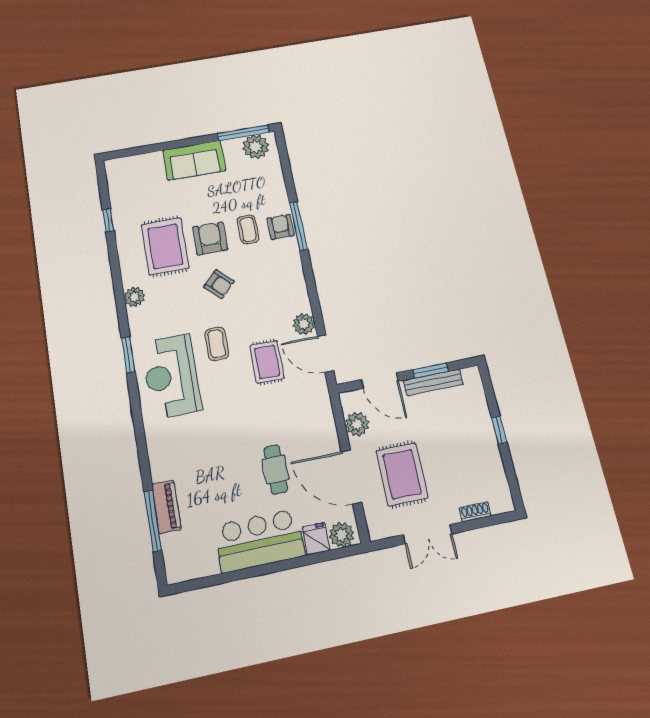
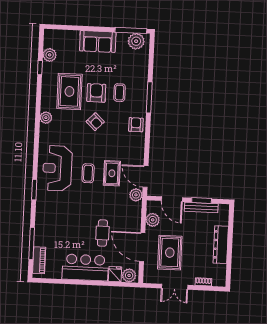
plant: (120, 197) -> (50, 55), added
armchair: (281, 227) -> (136, 125), moved
plant: (304, 324) -> (136, 195), moved
coffee table: (217, 344) -> (88, 173), moved
window: (128, 355) -> (34, 190), moved
window: (499, 430) -> (230, 243), removed
dresser: (485, 438) -> (221, 245), added
piano: (166, 507) -> (39, 260), moved

